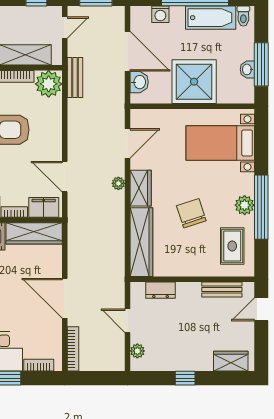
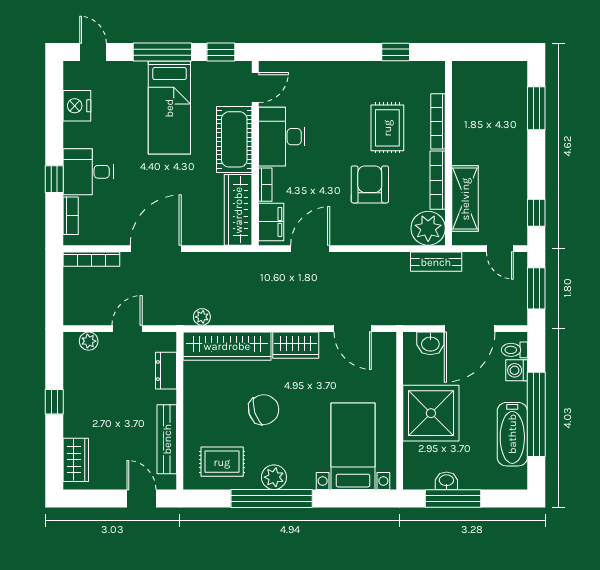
toilet: (243, 16) -> (514, 350), moved
plant: (118, 183) -> (202, 317), moved
bench: (222, 290) -> (167, 439), width x1.36

